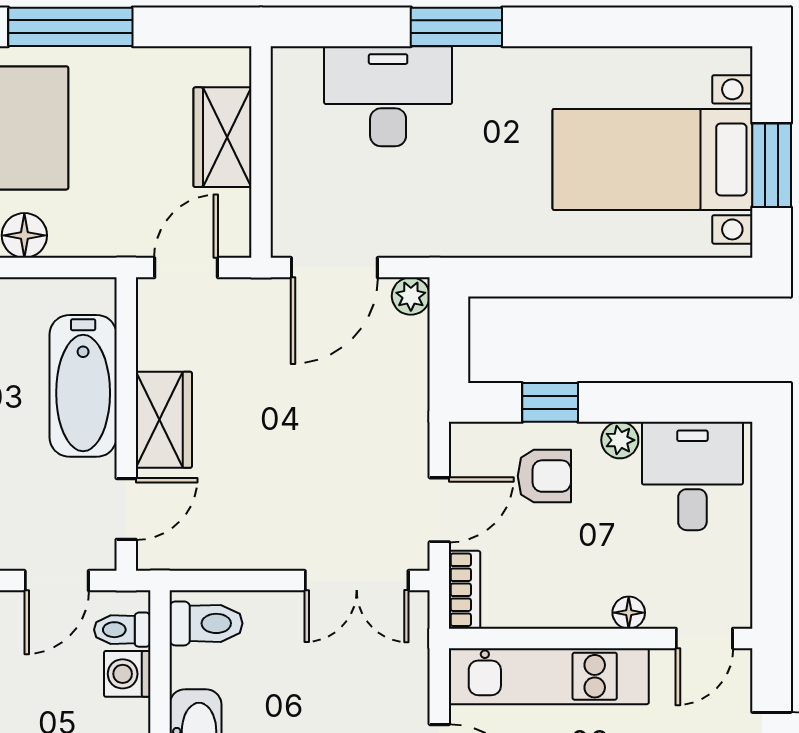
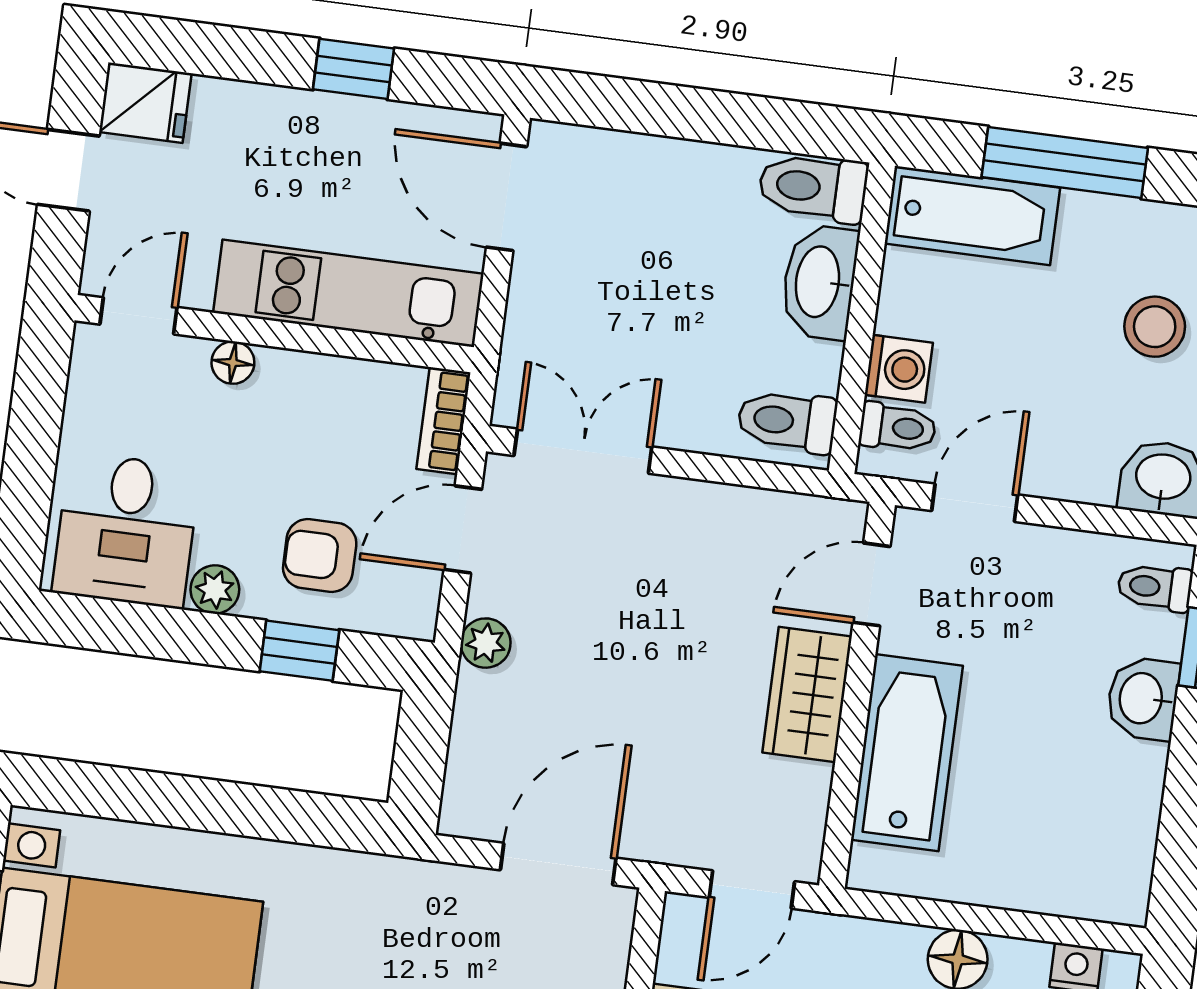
plant: (411, 296) -> (486, 643), moved

